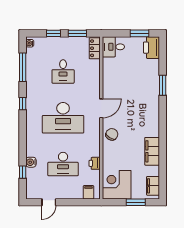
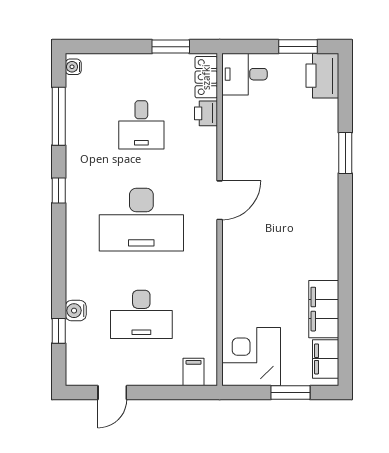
window: (53, 33) -> (122, 47), removed
chair: (112, 134) -> (241, 253), removed
filing cabinet: (152, 151) -> (324, 309), moved
printer: (95, 163) -> (206, 113), moved

